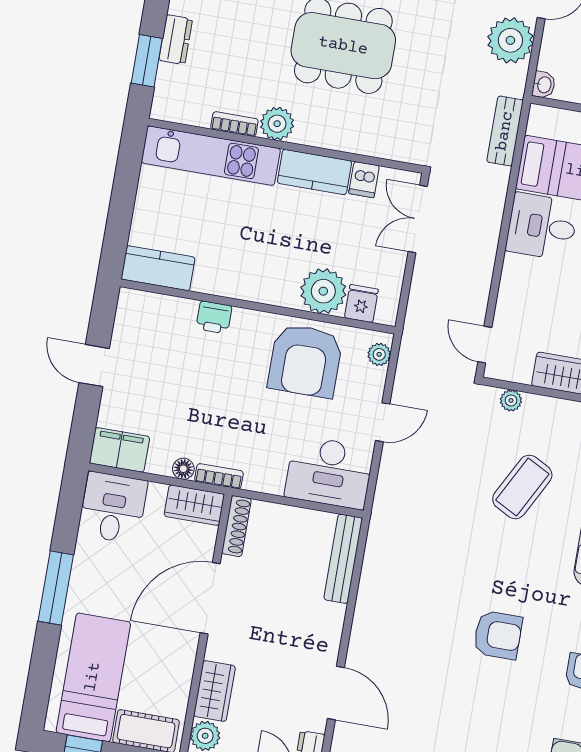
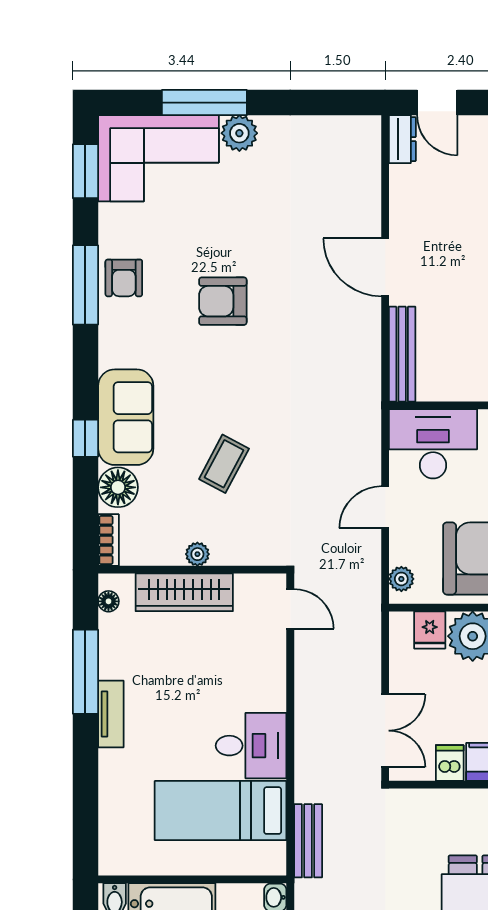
plant: (511, 400) -> (197, 554), moved
coffee table: (522, 487) -> (224, 464), width x0.73, depth x0.77
door: (336, 693) -> (385, 267), moved

